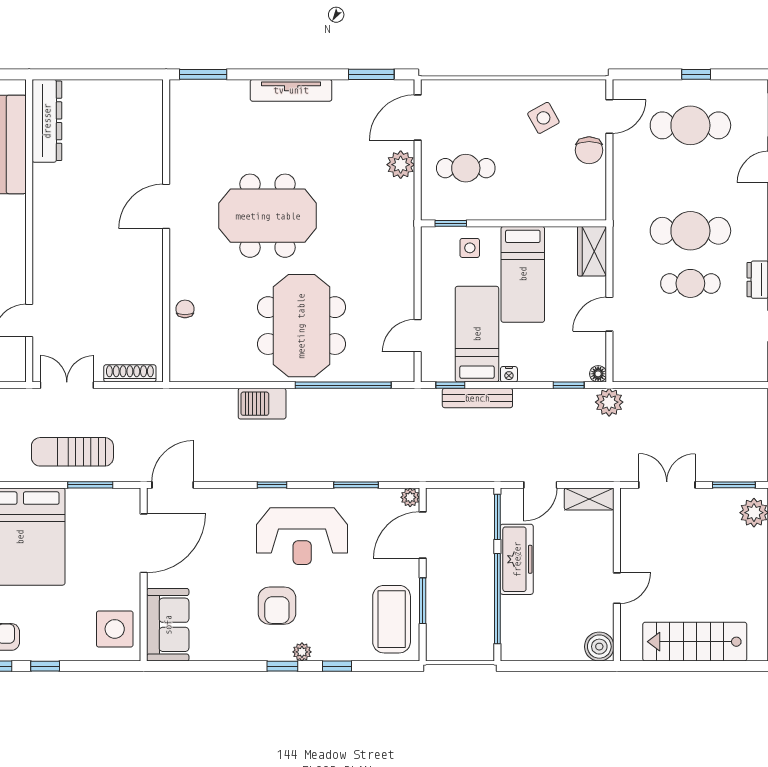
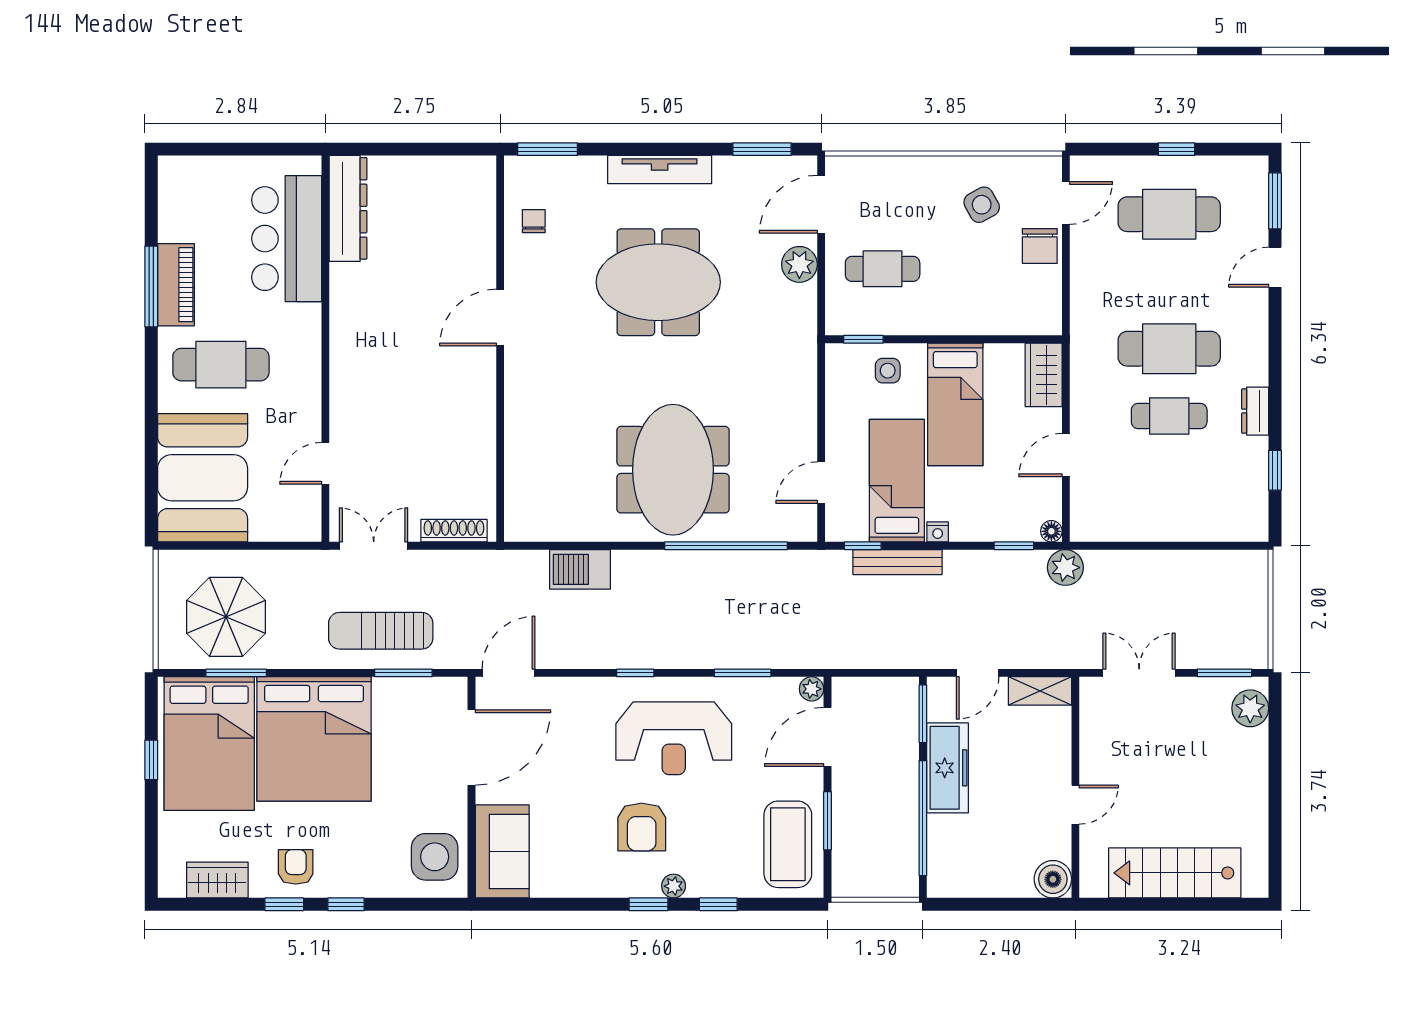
meeting table: (268, 216) -> (658, 282), moved
chair: (185, 309) -> (534, 221), moved
barbecue: (262, 404) -> (580, 569), moved

